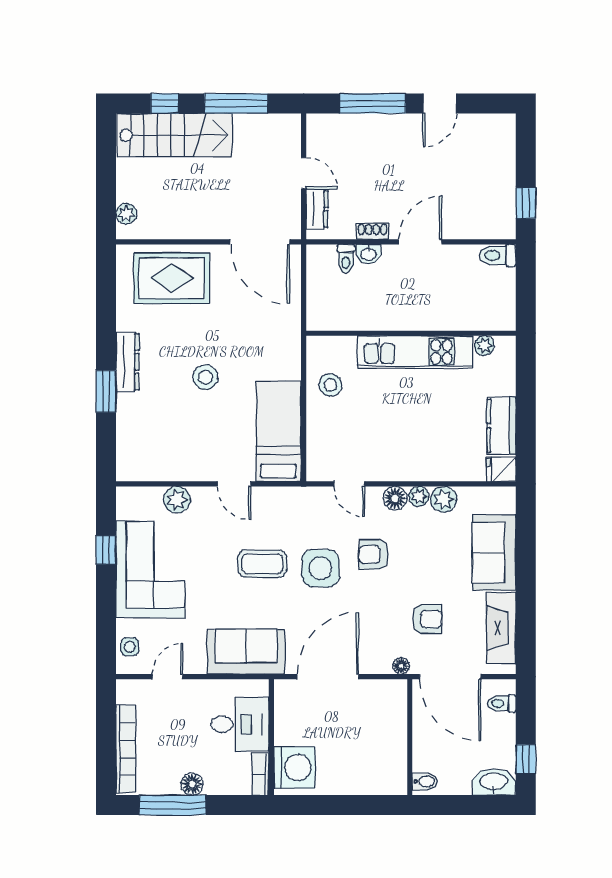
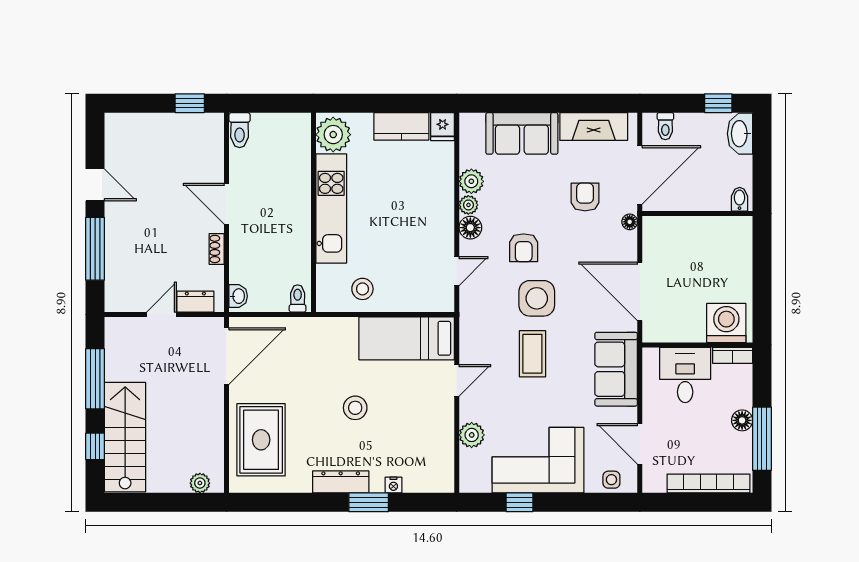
washbasin: (369, 254) -> (238, 296), moved
toilet: (346, 259) -> (298, 298), moved, turned -90
plant: (484, 345) -> (333, 135), width x1.88, depth x1.88
nightstand: (124, 417) -> (393, 485), added
door: (167, 677) -> (640, 444), width x1.38

